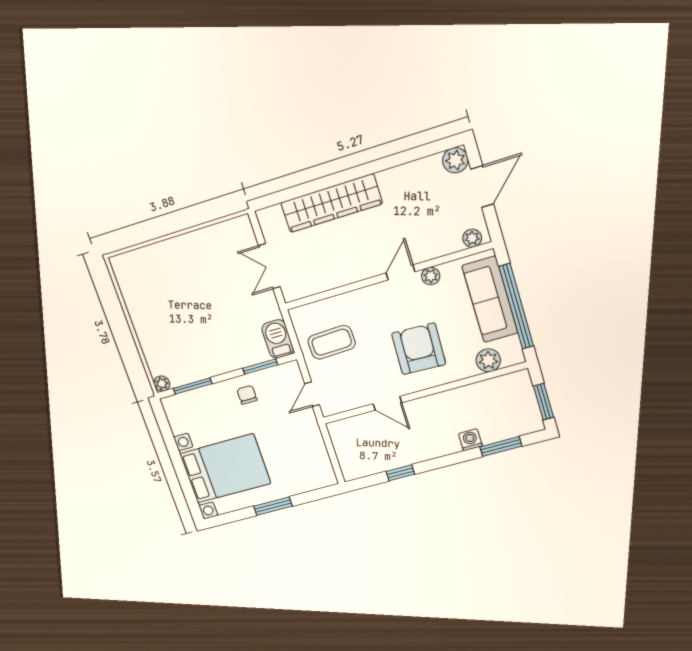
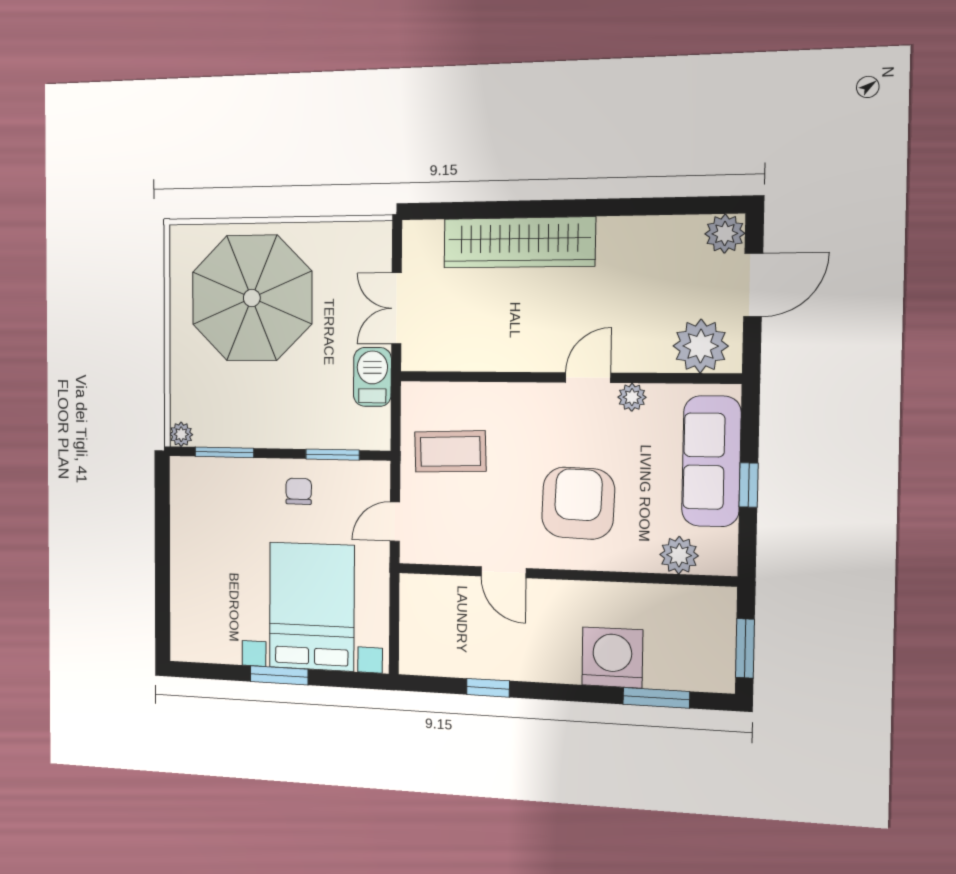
plant: (472, 238) -> (701, 346), width x1.87, depth x1.87
parasol: (177, 287) -> (252, 298), added
window: (516, 306) -> (749, 485), width x0.32
barbecue: (278, 339) -> (372, 377), moved
washing machine: (470, 440) -> (612, 658), width x1.89, depth x1.89
bed with nightstands: (225, 469) -> (312, 607), moved, turned -90

